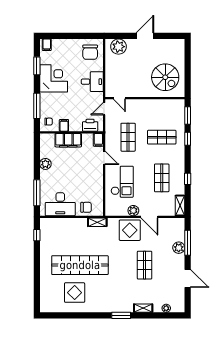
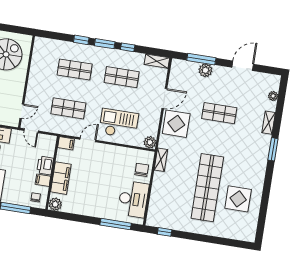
window: (188, 116) -> (105, 44), moved
printer: (90, 125) -> (45, 165), moved
shop shelf: (162, 137) -> (75, 70), turned 90
plant: (45, 164) -> (55, 204), moved
plant: (133, 211) -> (150, 142), moved

